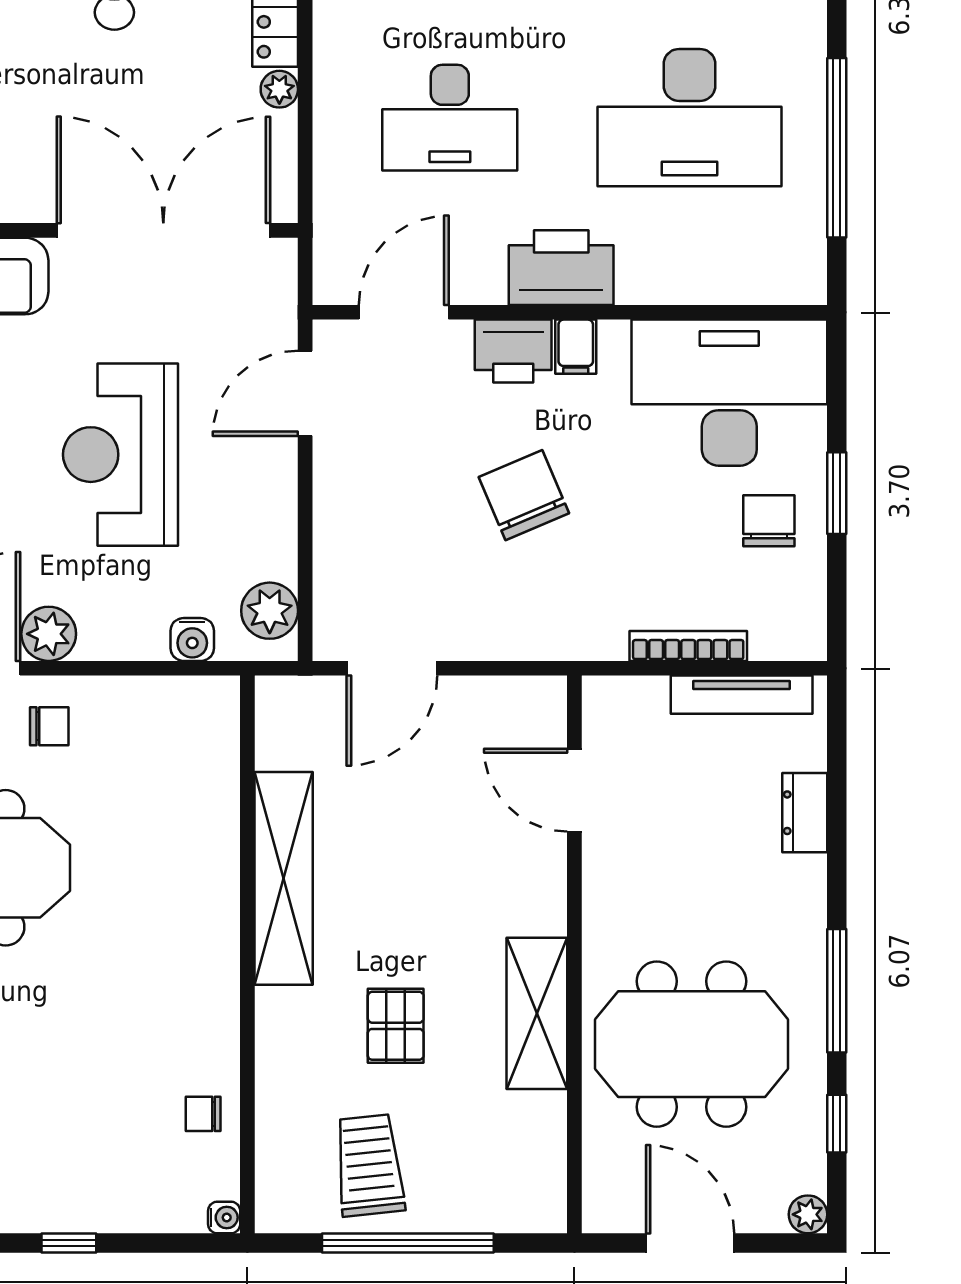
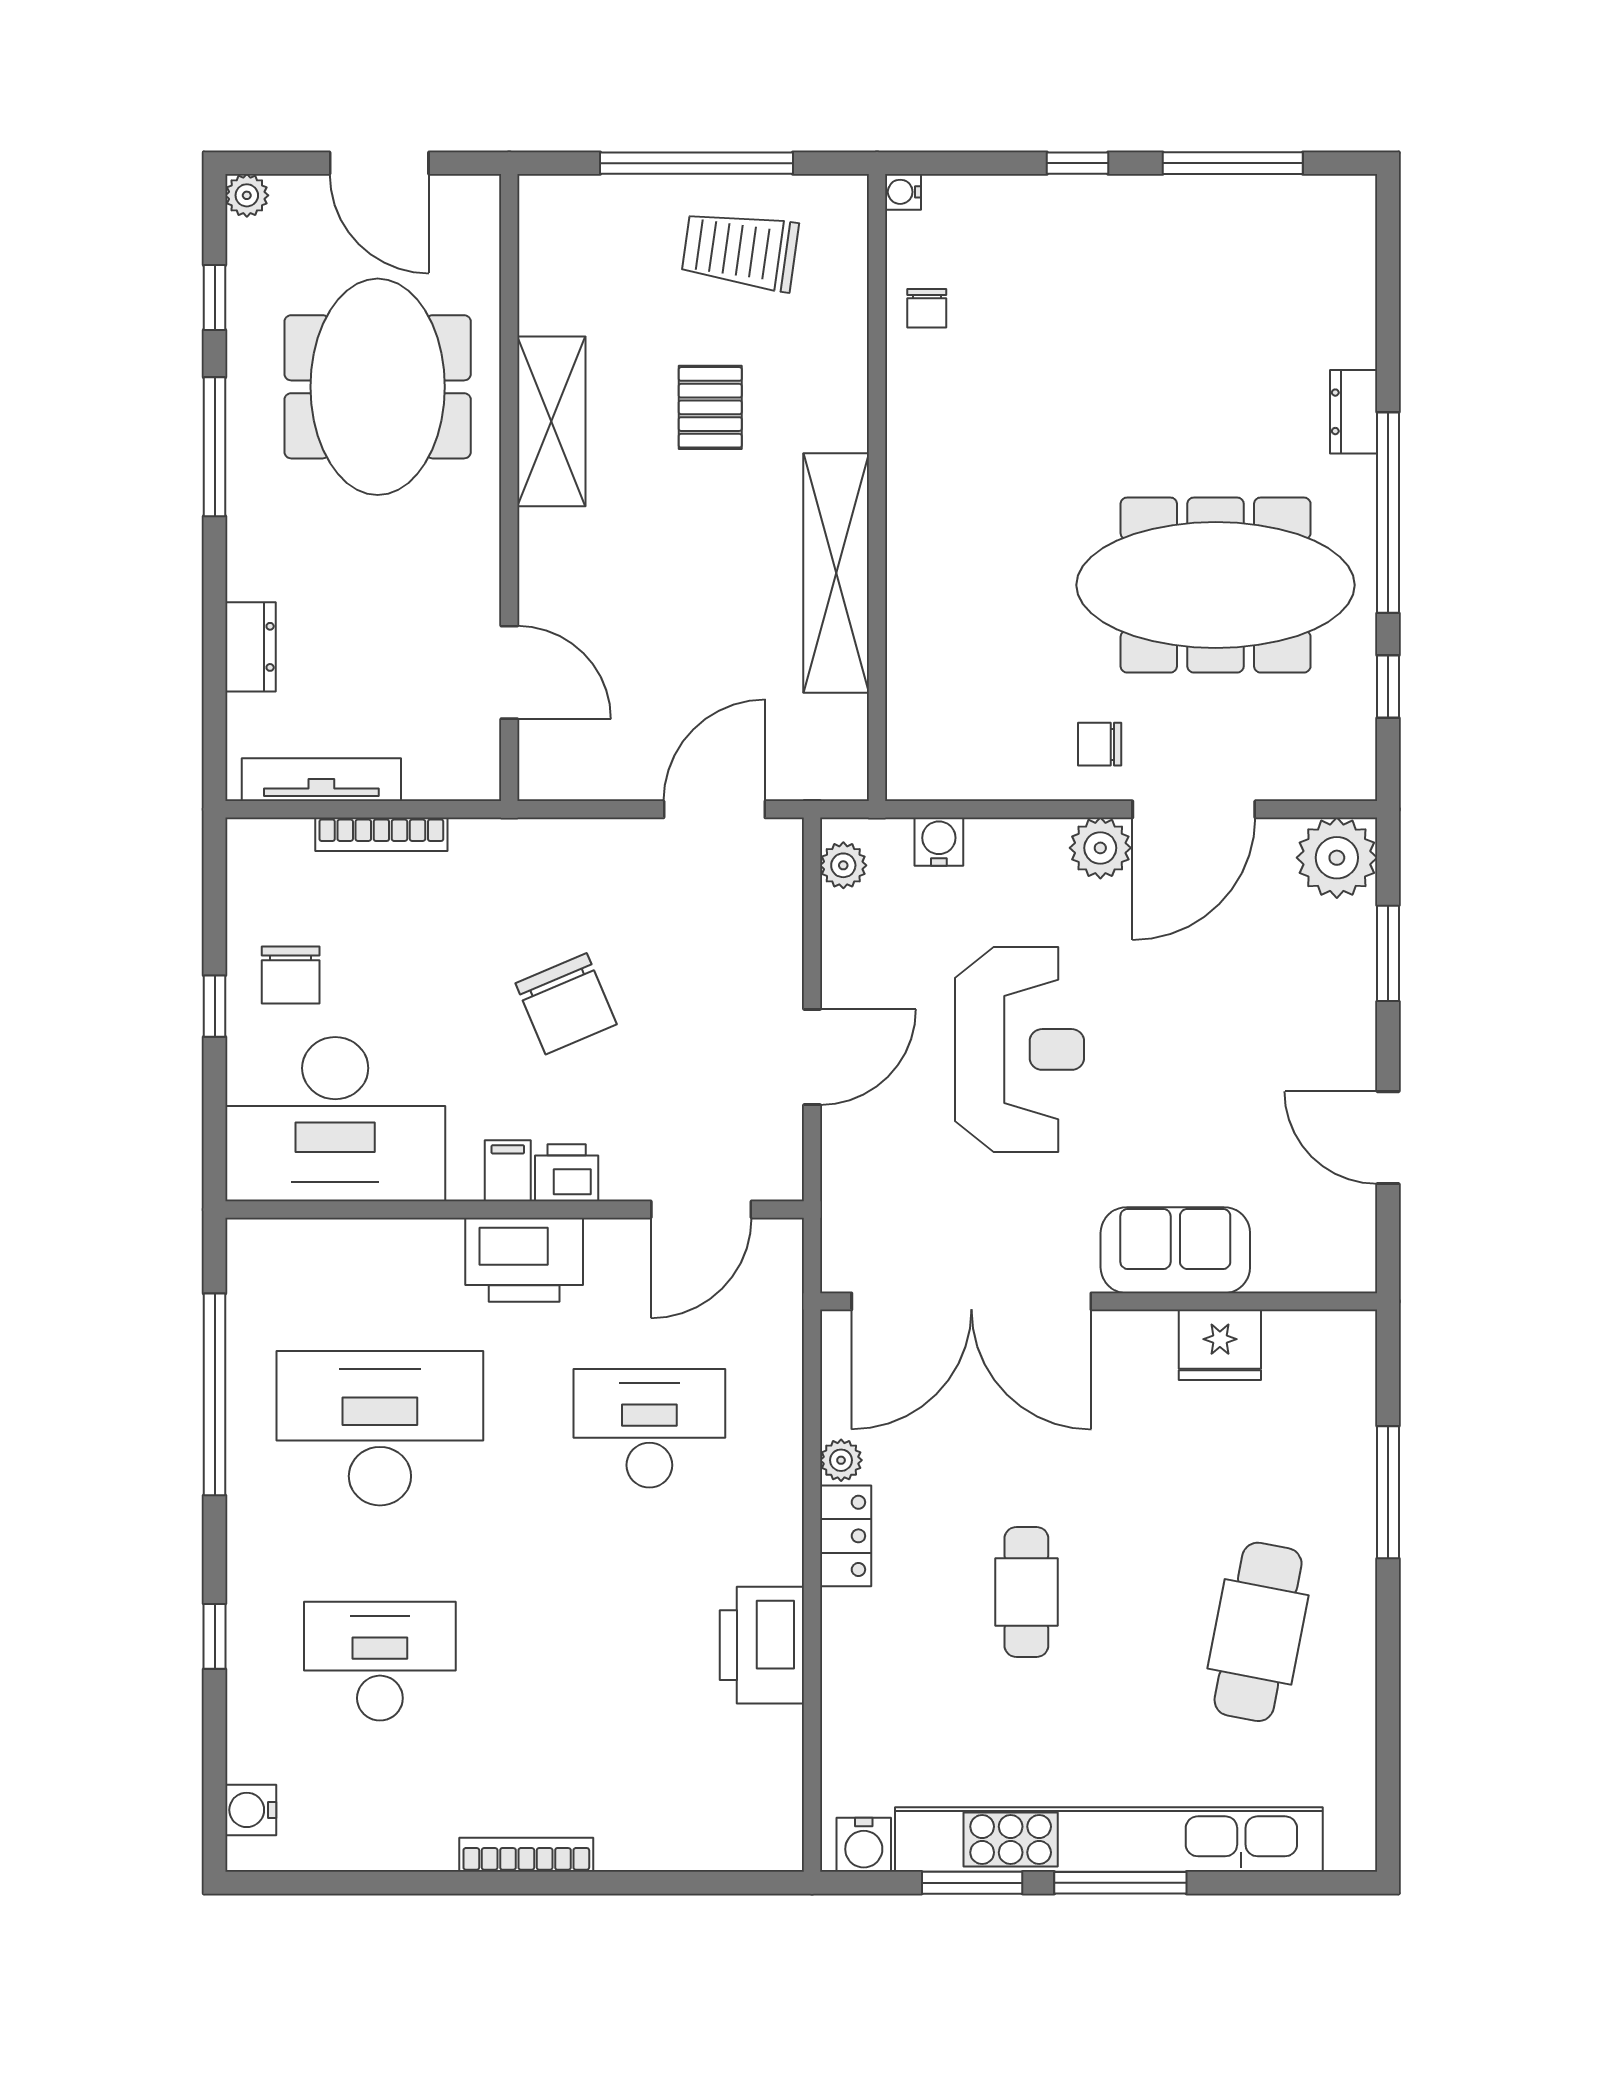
printer: (513, 351) -> (567, 1173), width x0.73, depth x0.81
door: (305, 393) -> (812, 1057), moved
window: (837, 493) -> (215, 1006), width x0.67
plant: (270, 611) -> (843, 865), width x0.73, depth x0.73
meeting table: (692, 1044) -> (378, 387), turned 90
chair: (203, 1114) -> (927, 308), turned 90
trolley: (369, 1165) -> (740, 250), turned 104

